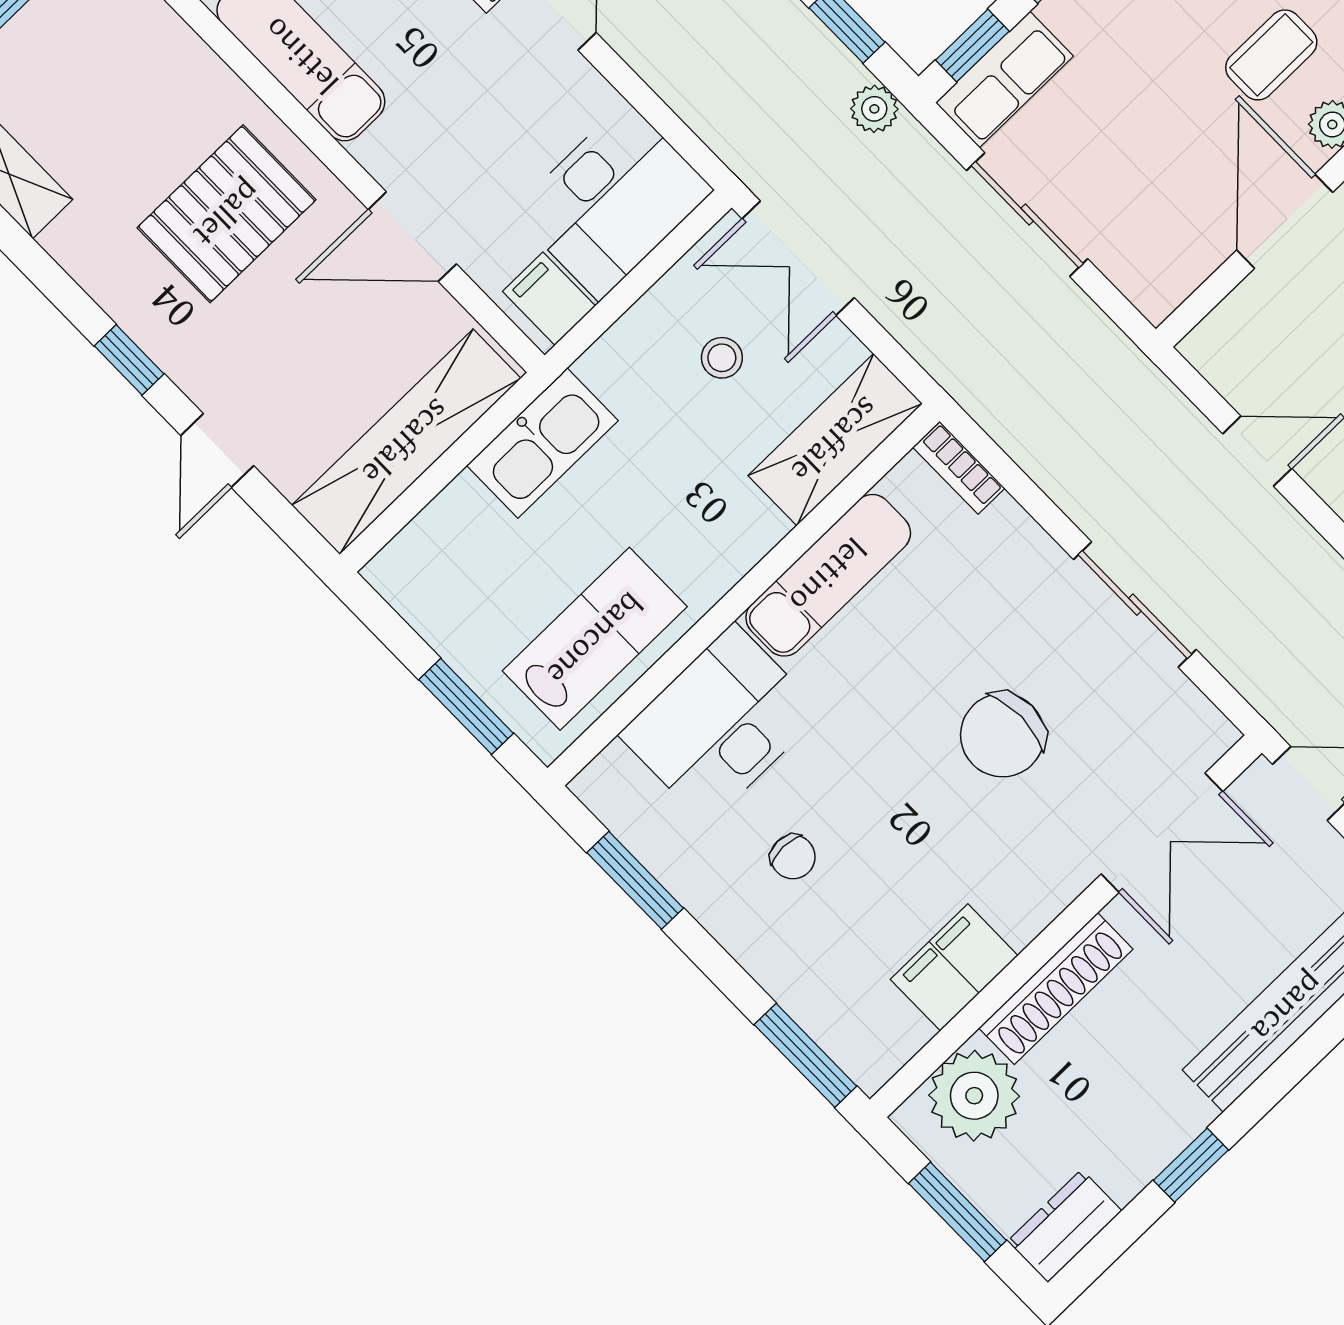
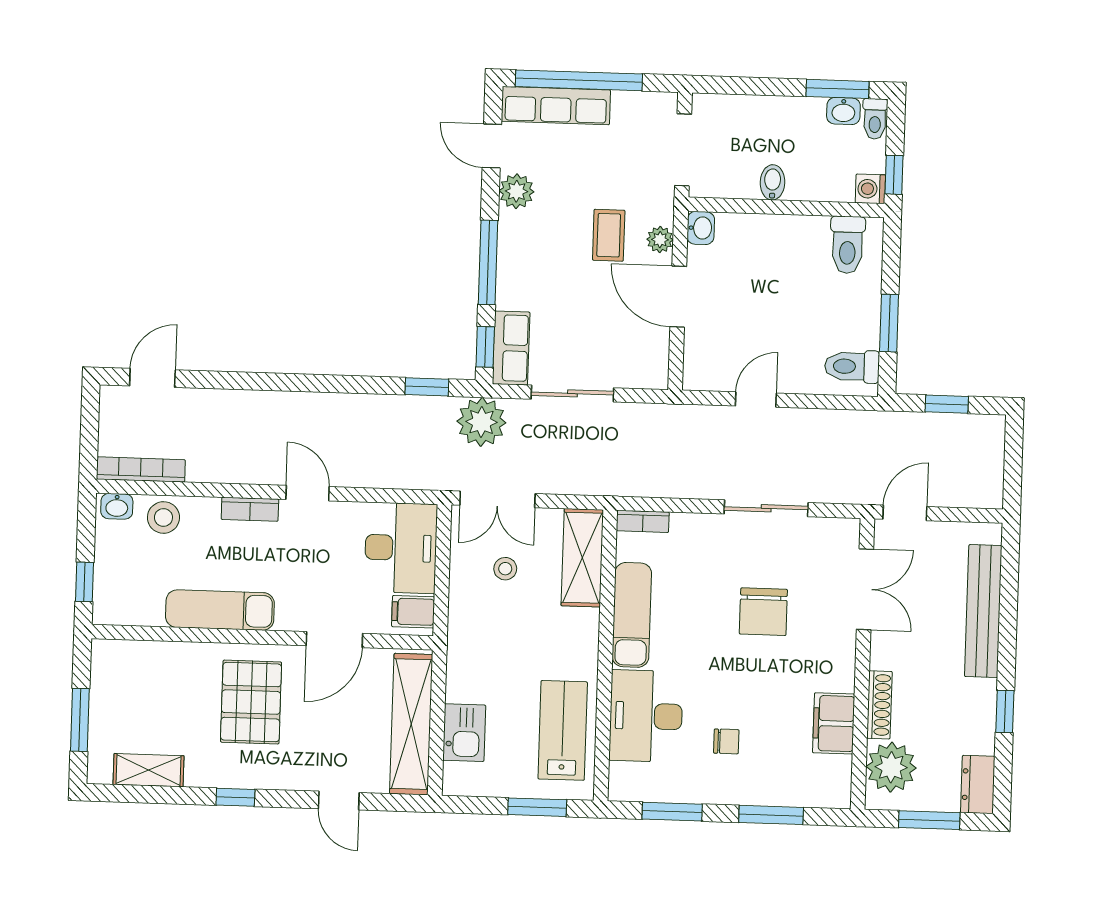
plant: (874, 109) -> (481, 422), width x1.88, depth x1.88
window: (129, 360) -> (235, 797), moved
kitchen sink: (542, 443) -> (464, 733), moved, width x0.73
shoe rack: (1056, 989) -> (879, 705), width x0.74, depth x0.81
window: (805, 1055) -> (771, 815), moved

